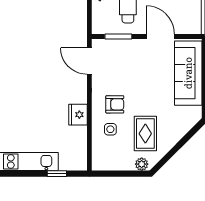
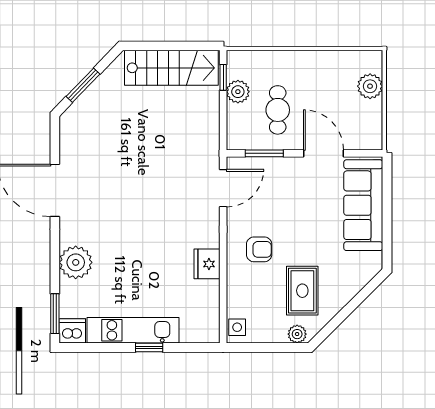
door: (89, 61) -> (223, 188), swing flipped
side table: (110, 129) -> (237, 327), moved
window: (57, 174) -> (149, 348), moved

